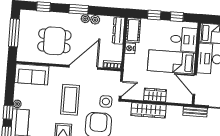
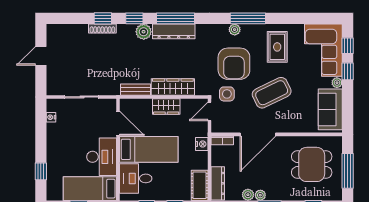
dining table: (54, 41) -> (312, 164), moved
nightstand: (130, 48) -> (202, 144), moved
sofa: (32, 74) -> (330, 109), moved, turned -90
coffee table: (70, 100) -> (272, 93), turned 64
bench: (195, 112) -> (136, 90), moved

